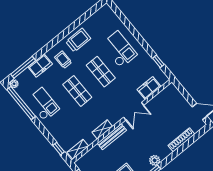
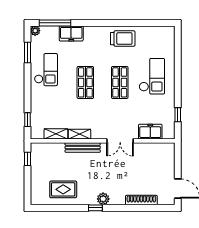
trolley: (63, 60) -> (95, 45), removed
window: (21, 103) -> (27, 53), width x0.47
shelving: (78, 149) -> (56, 134), moved

